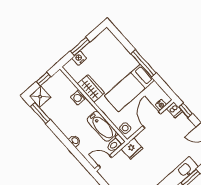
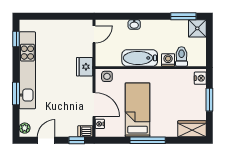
nightstand: (79, 58) -> (200, 78), moved
window: (44, 79) -> (209, 45), removed
wardrobe: (91, 89) -> (192, 129), moved, turned 180
bathtub: (102, 126) -> (140, 58), moved
toilet: (115, 144) -> (182, 56), moved

